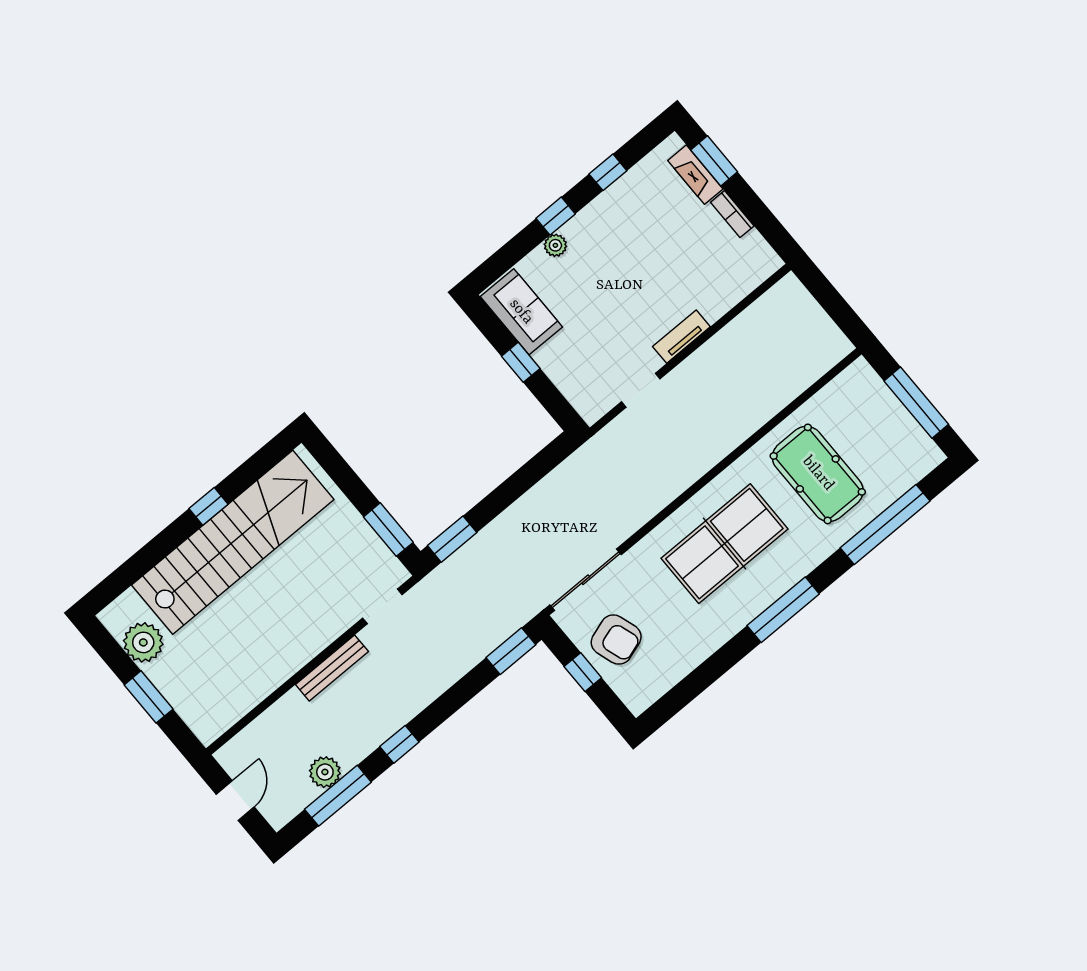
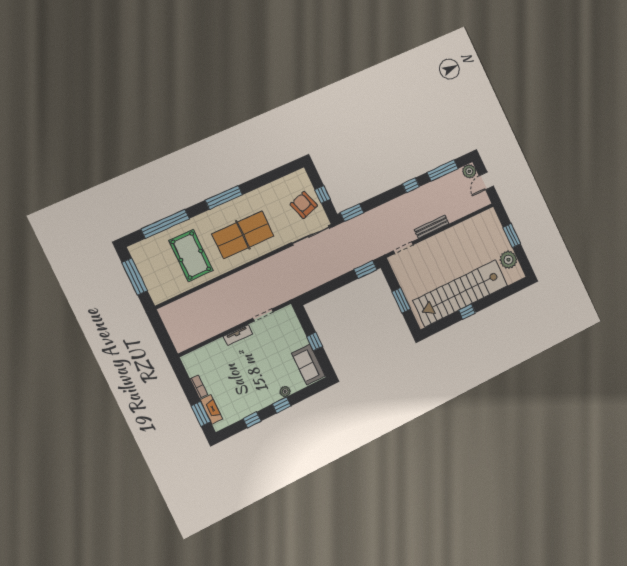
window: (388, 530) -> (401, 300), moved
plant: (325, 772) -> (469, 171), moved

